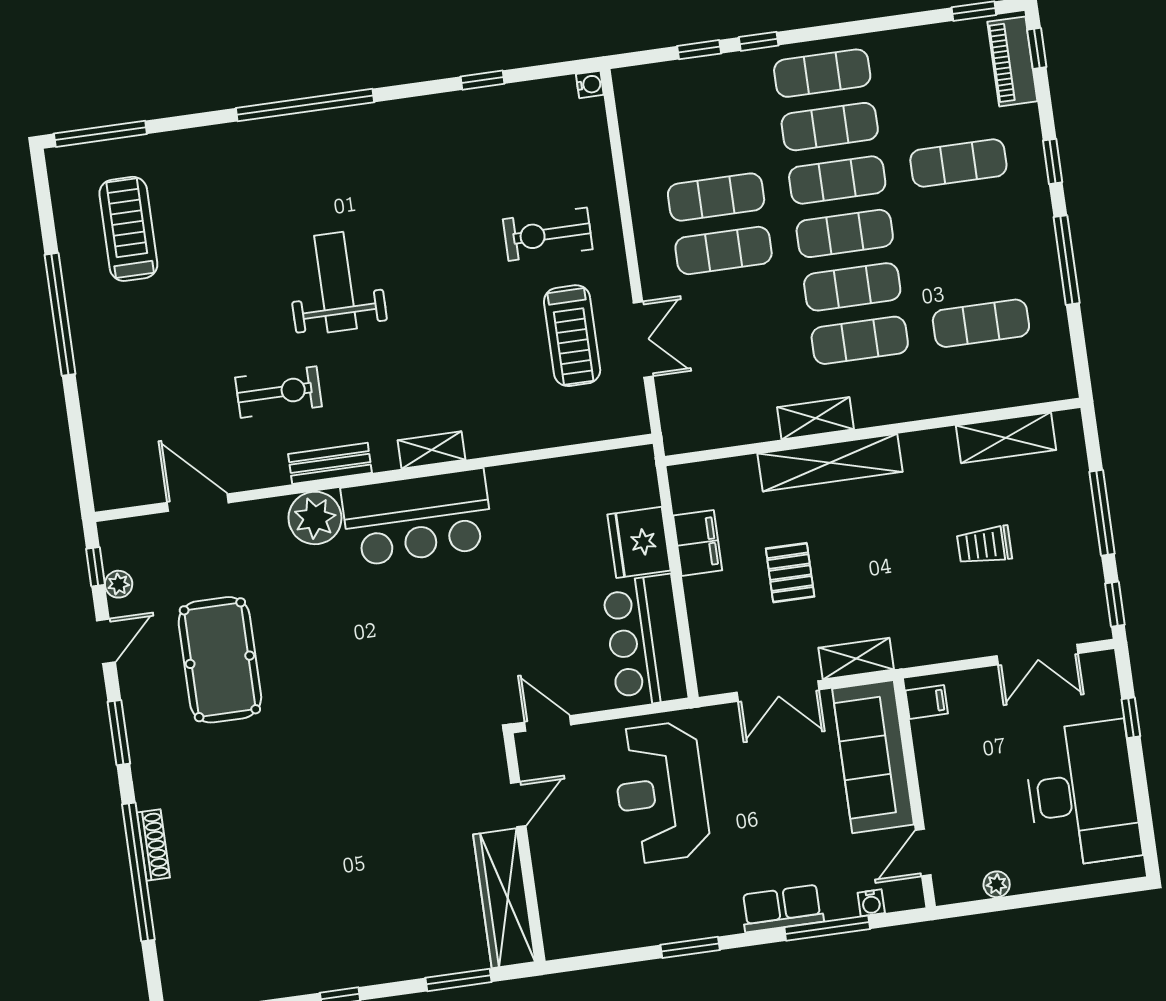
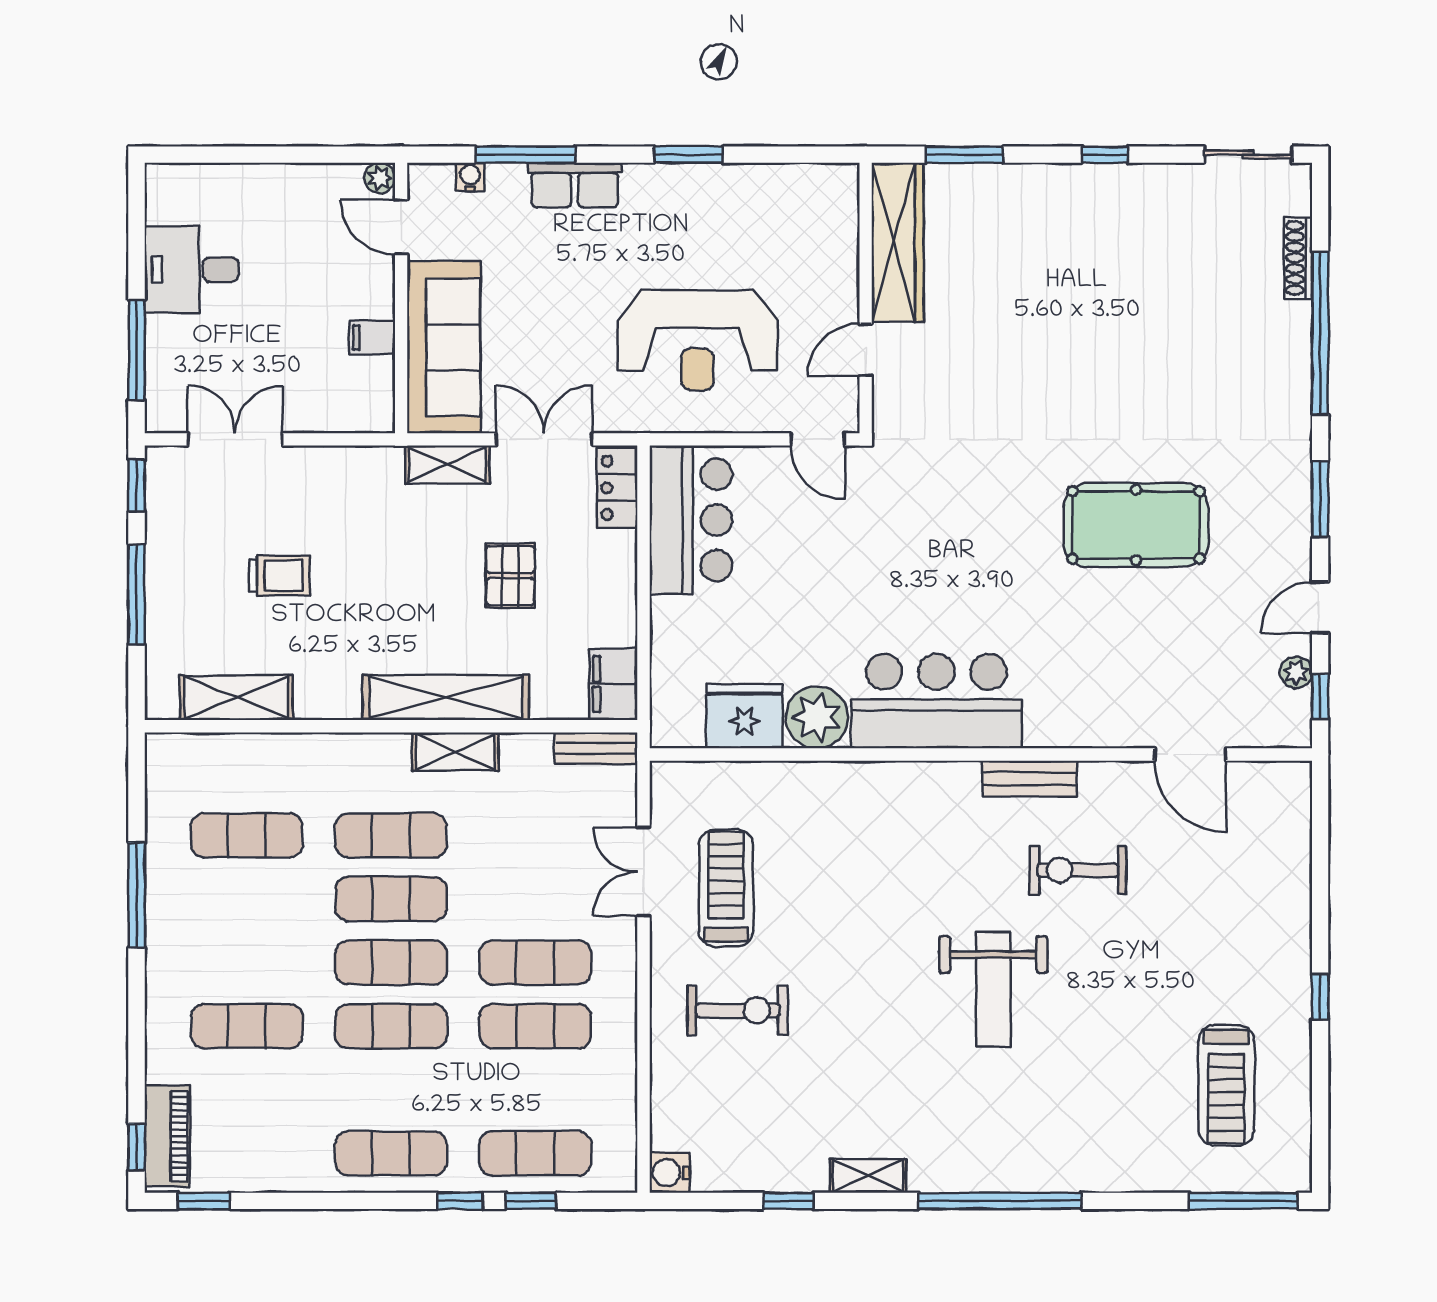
water cooler: (590, 84) -> (670, 1173), width x1.38, depth x1.38
exercise mat: (830, 127) -> (535, 1153), moved
window: (1053, 161) -> (137, 1012), removed
window: (60, 314) -> (1320, 997), width x0.32
bench: (698, 438) -> (596, 748), added
shelving: (432, 450) -> (868, 1176), moved
plant: (315, 518) -> (817, 717), moved
fridge: (639, 542) -> (744, 716), moved, turned -90
filing cabinet: (698, 543) -> (613, 684), moved
locker: (711, 659) -> (617, 488), added
pool table: (220, 660) -> (1136, 525), moved, turned 90
filing cabinet: (927, 702) -> (372, 338), moved
window: (1131, 718) -> (137, 350), width x2.17
reception desk: (661, 792) -> (697, 340), turned 90
desk: (1082, 794) -> (192, 270), width x0.53, depth x0.77
shoe rack: (153, 845) -> (1298, 258), moved
door: (923, 853) -> (401, 227), swing flipped
plant: (997, 884) -> (380, 178), moved

